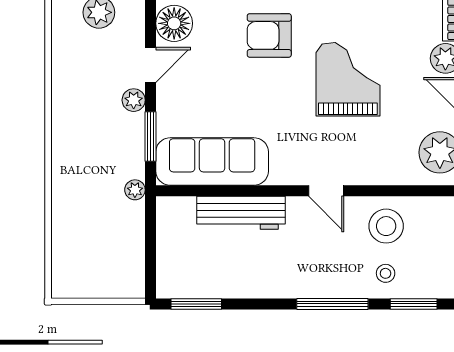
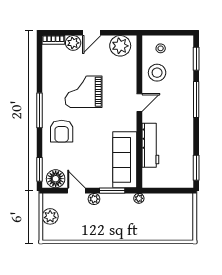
stool: (386, 273) -> (161, 48), moved

